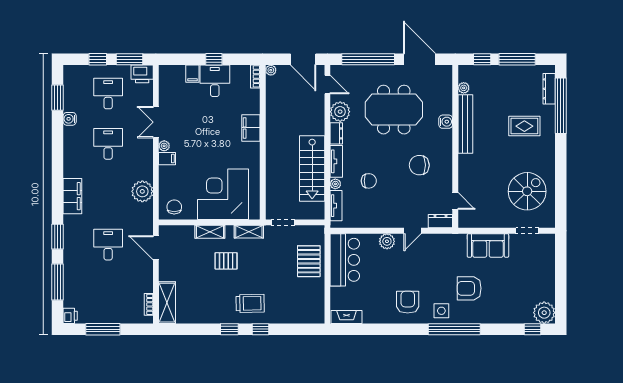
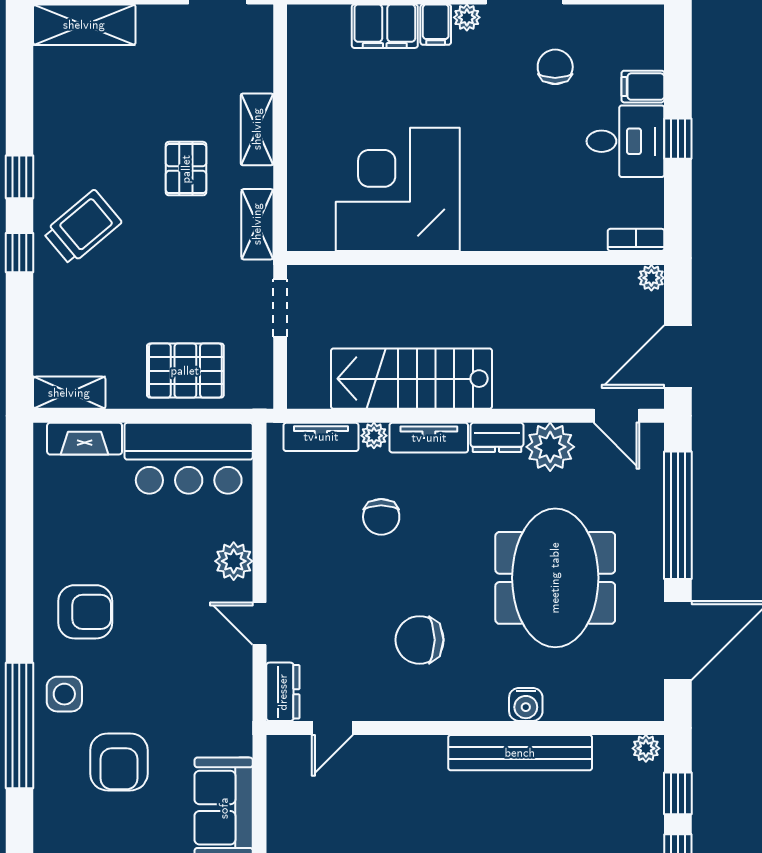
door: (327, 84) -> (616, 416), hinge flipped
plant: (464, 88) -> (646, 748), moved
filing cabinet: (251, 128) -> (385, 26), moved, turned 180
chair: (419, 165) -> (420, 640), turned -90
corner desk: (223, 194) -> (398, 189), moved, turned -90
chair: (174, 207) -> (555, 67), moved, turned -90
armchair: (469, 288) -> (119, 762), turned 180
trolley: (250, 303) -> (82, 227), turned -129
shelving: (318, 309) -> (69, 393), added
fireplace: (347, 317) -> (85, 439), moved, turned 90

